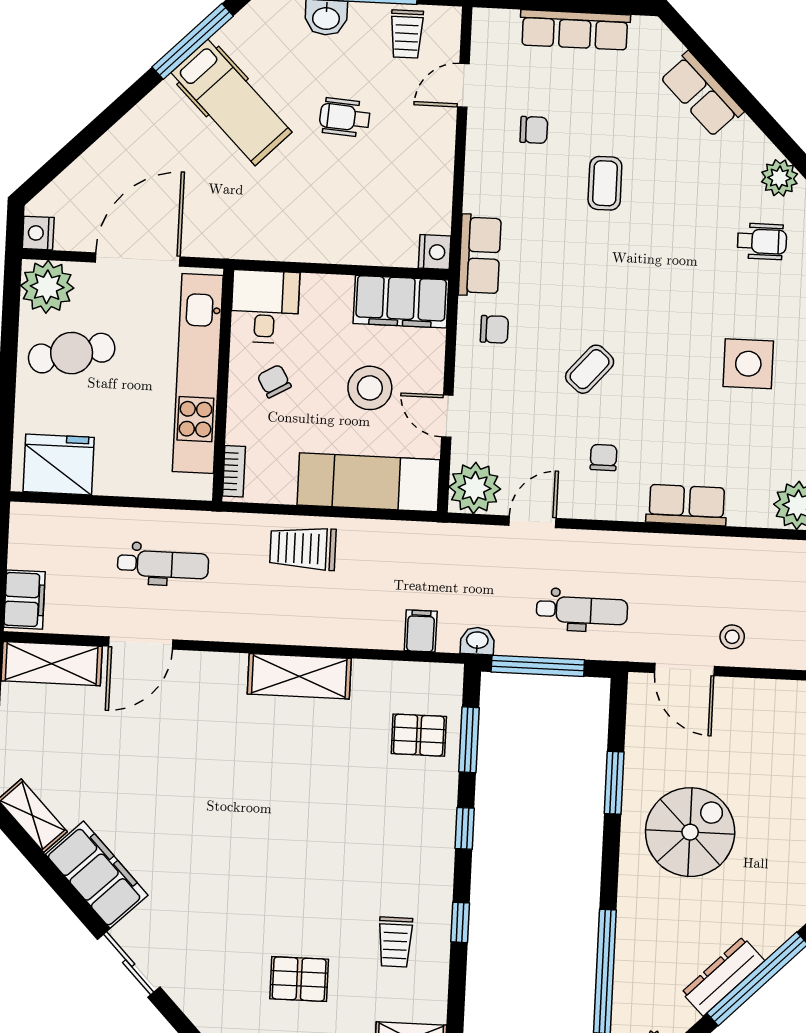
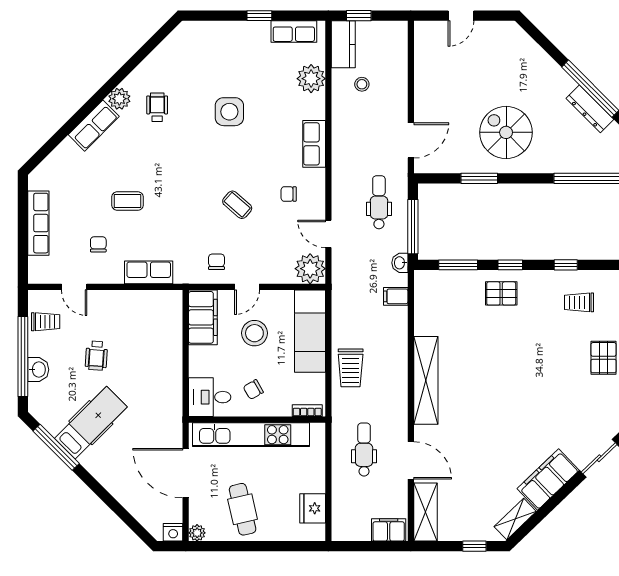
row of seats: (702, 94) -> (94, 126), moved
nightstand: (435, 252) -> (173, 299), removed
row of seats: (480, 255) -> (149, 272), moved
plant: (47, 287) -> (197, 533), width x0.53, depth x0.53
door: (447, 416) -> (247, 287), moved
fridge: (59, 464) -> (313, 508), width x0.73, depth x0.75
stool: (732, 637) -> (362, 84), moved
shelving: (299, 676) -> (426, 380), width x1.47
pallet: (419, 735) -> (501, 293), moved, turned 90
trolley: (395, 942) -> (579, 302), turned 180

